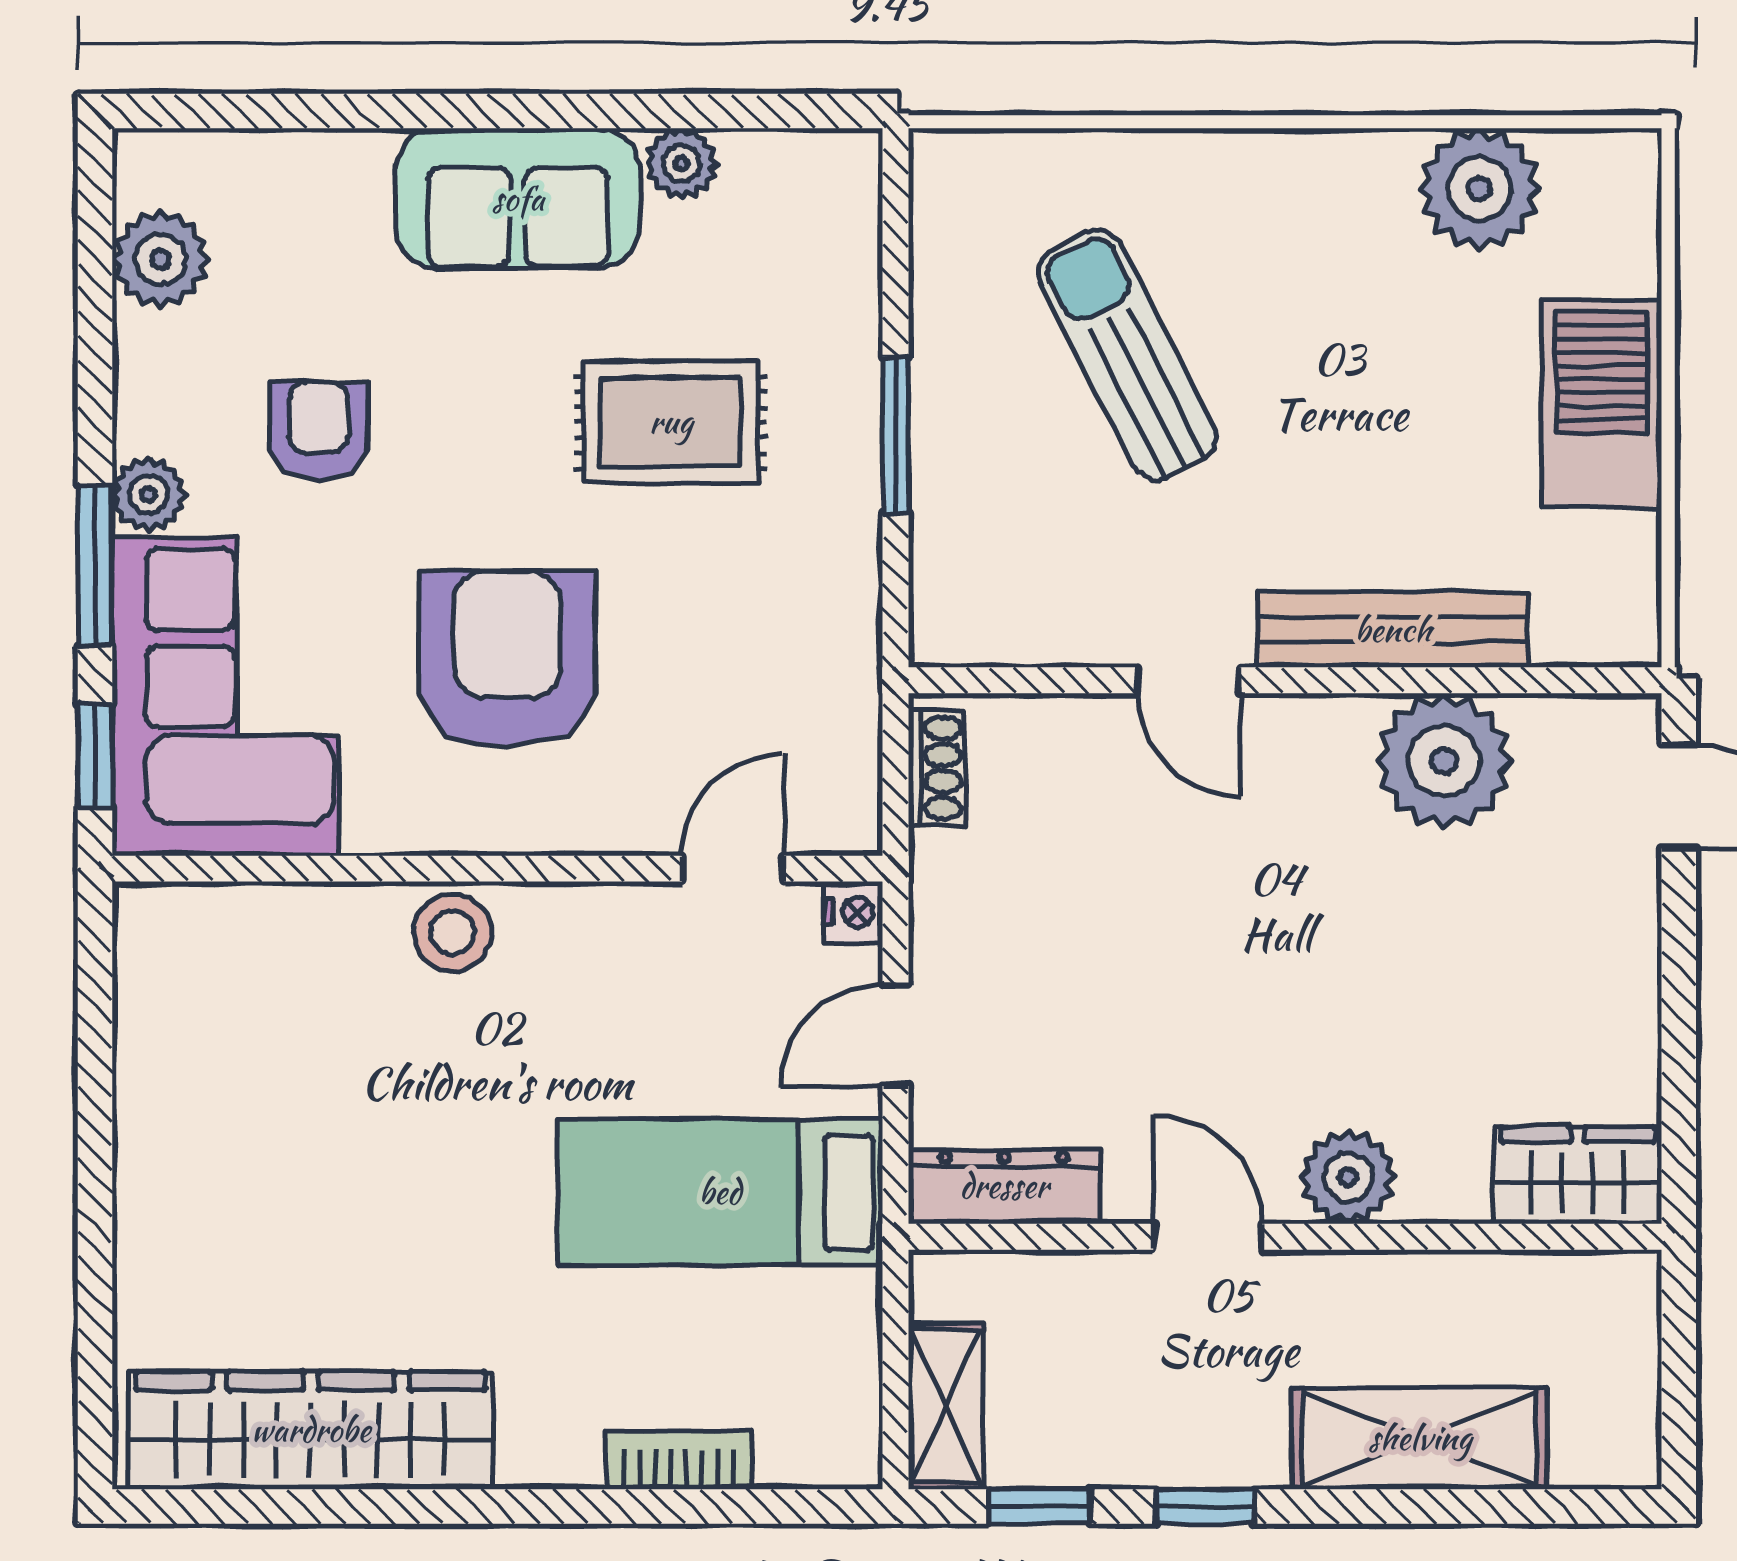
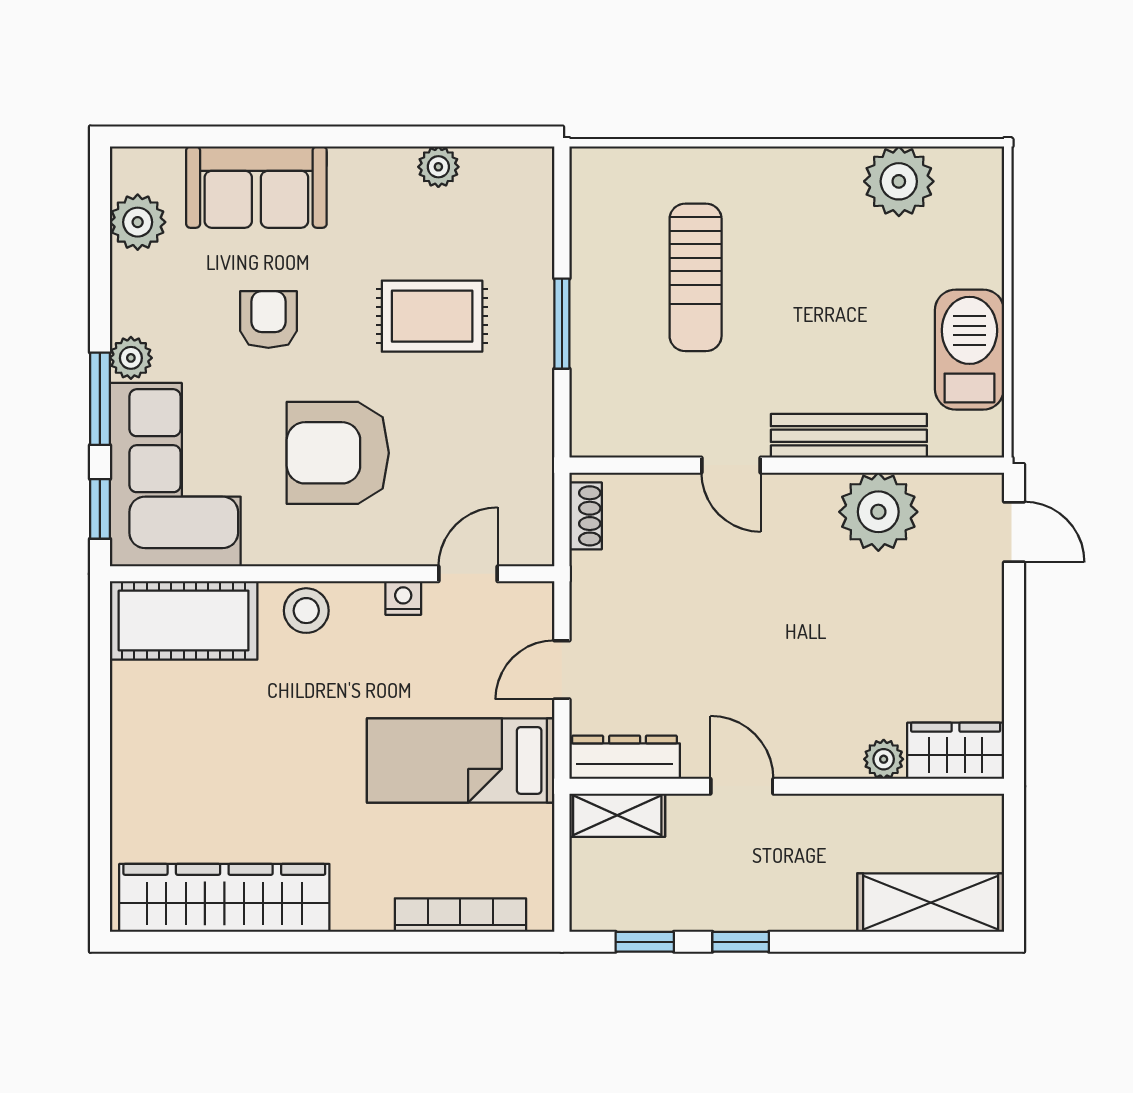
sofa: (518, 199) -> (256, 187), moved
sun lounger: (1127, 355) -> (696, 277), turned -153
barbecue: (1602, 404) -> (969, 350), moved
armchair: (318, 431) -> (268, 320), moved
armchair: (507, 659) -> (338, 453), turned -90
nightstand: (854, 912) -> (403, 598), moved, turned -90
cot: (240, 949) -> (184, 620), added
plant: (1348, 1177) -> (884, 759), moved, width x0.73, depth x0.73
shelving: (946, 1406) -> (617, 815), moved, turned 90
shelving: (1420, 1438) -> (931, 903), moved
bookcase: (679, 1460) -> (460, 915), width x1.56

